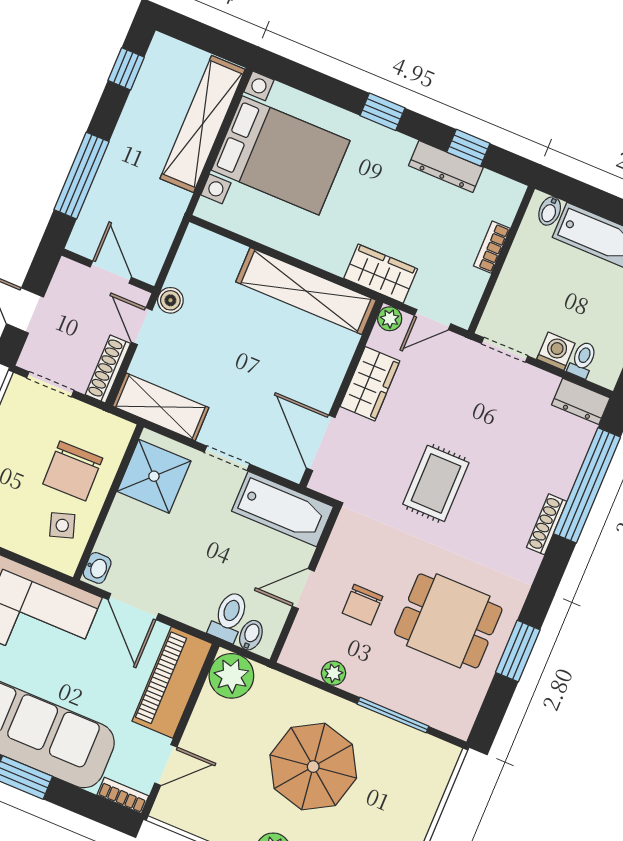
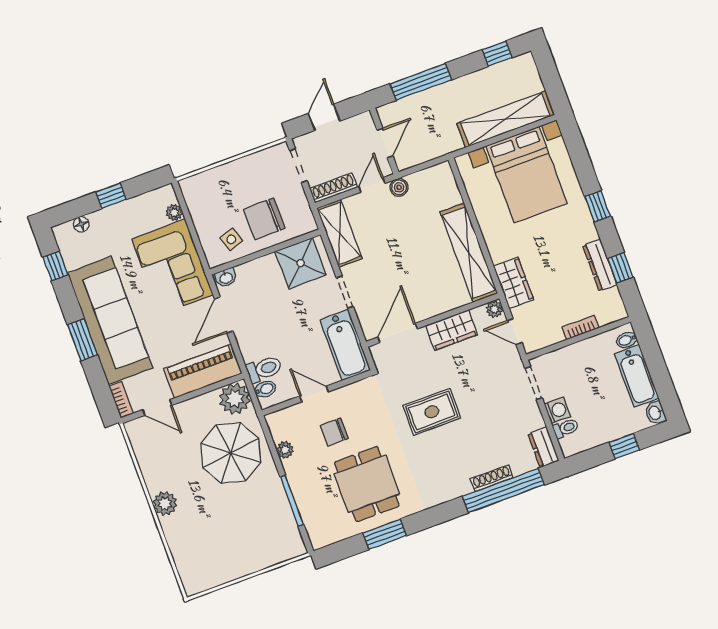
shoe rack: (547, 524) -> (492, 478), moved
parasol: (313, 767) -> (231, 453), moved

